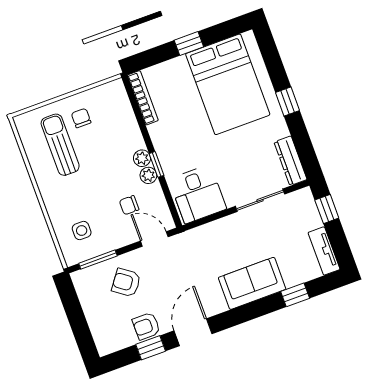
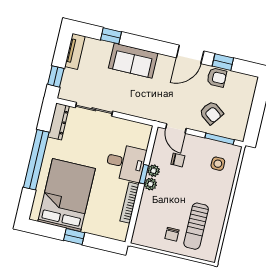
bookcase: (143, 98) -> (130, 203), moved
window: (288, 102) -> (36, 160), width x3.17
desk: (198, 194) -> (126, 163), moved, turned 90

